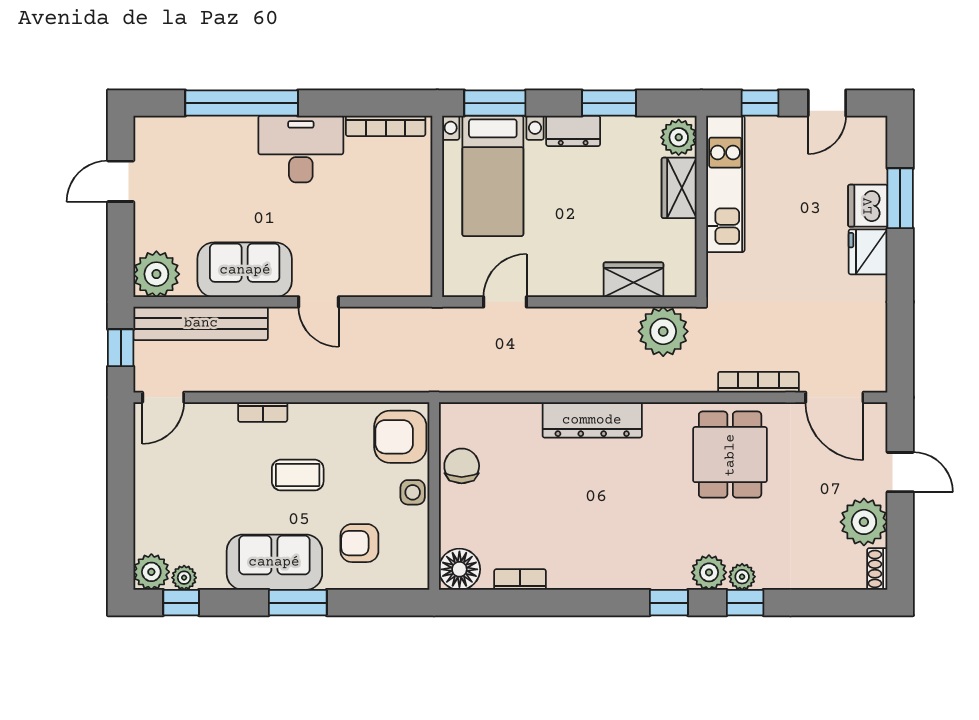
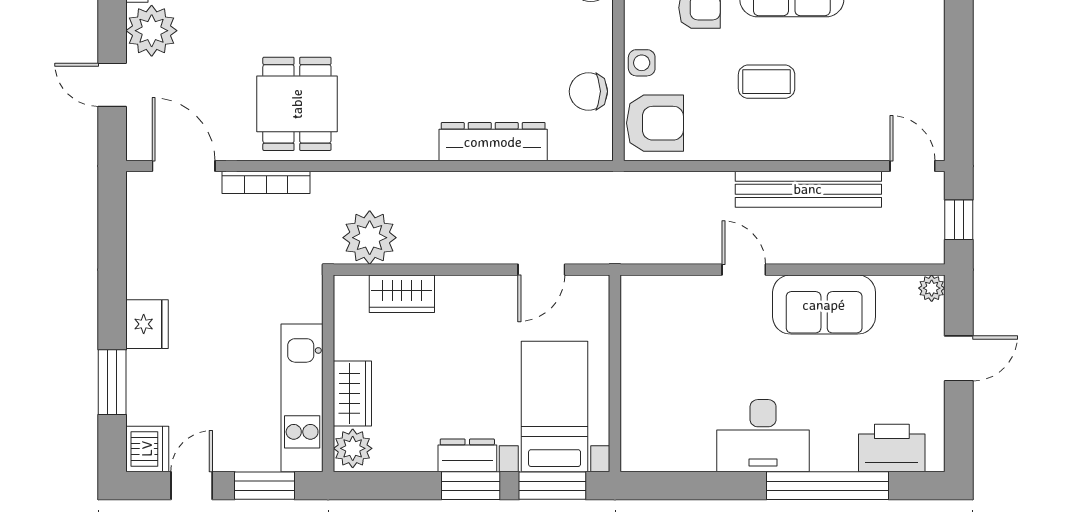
window: (609, 103) -> (471, 486), moved
window: (760, 103) -> (264, 486), width x1.50
bookcase: (386, 126) -> (671, 461), removed
printer: (182, 138) -> (892, 448), added
door: (121, 181) -> (959, 358), moved
dishwasher: (868, 206) -> (147, 449), moved
plant: (156, 274) -> (932, 288), width x0.53, depth x0.53
bench: (201, 323) -> (808, 189), moved
door: (163, 397) -> (913, 166), hinge flipped
bookcase: (263, 412) -> (805, 150), removed
dresser: (592, 420) -> (493, 142), moved
chair: (462, 466) -> (588, 91), turned 90

